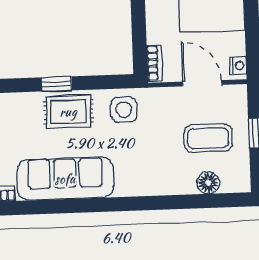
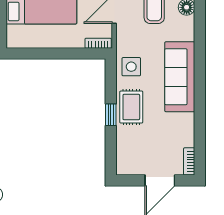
sofa: (65, 179) -> (180, 77), moved

